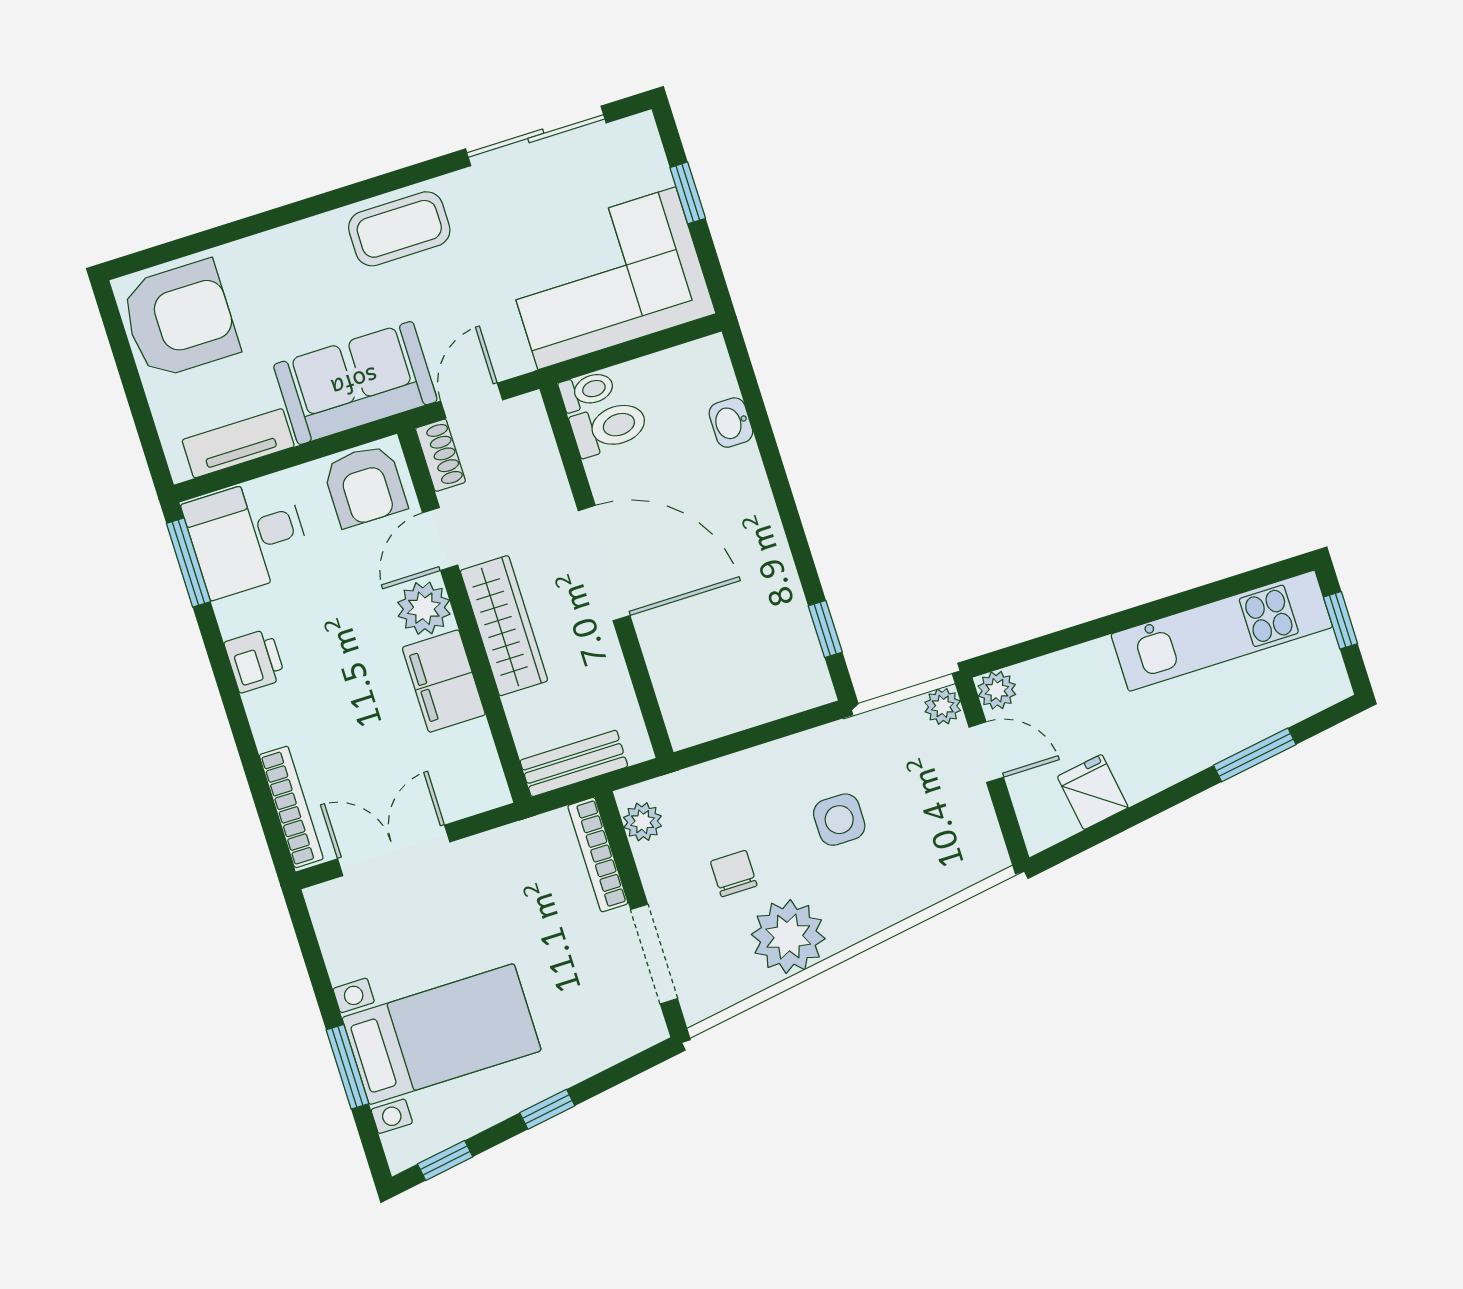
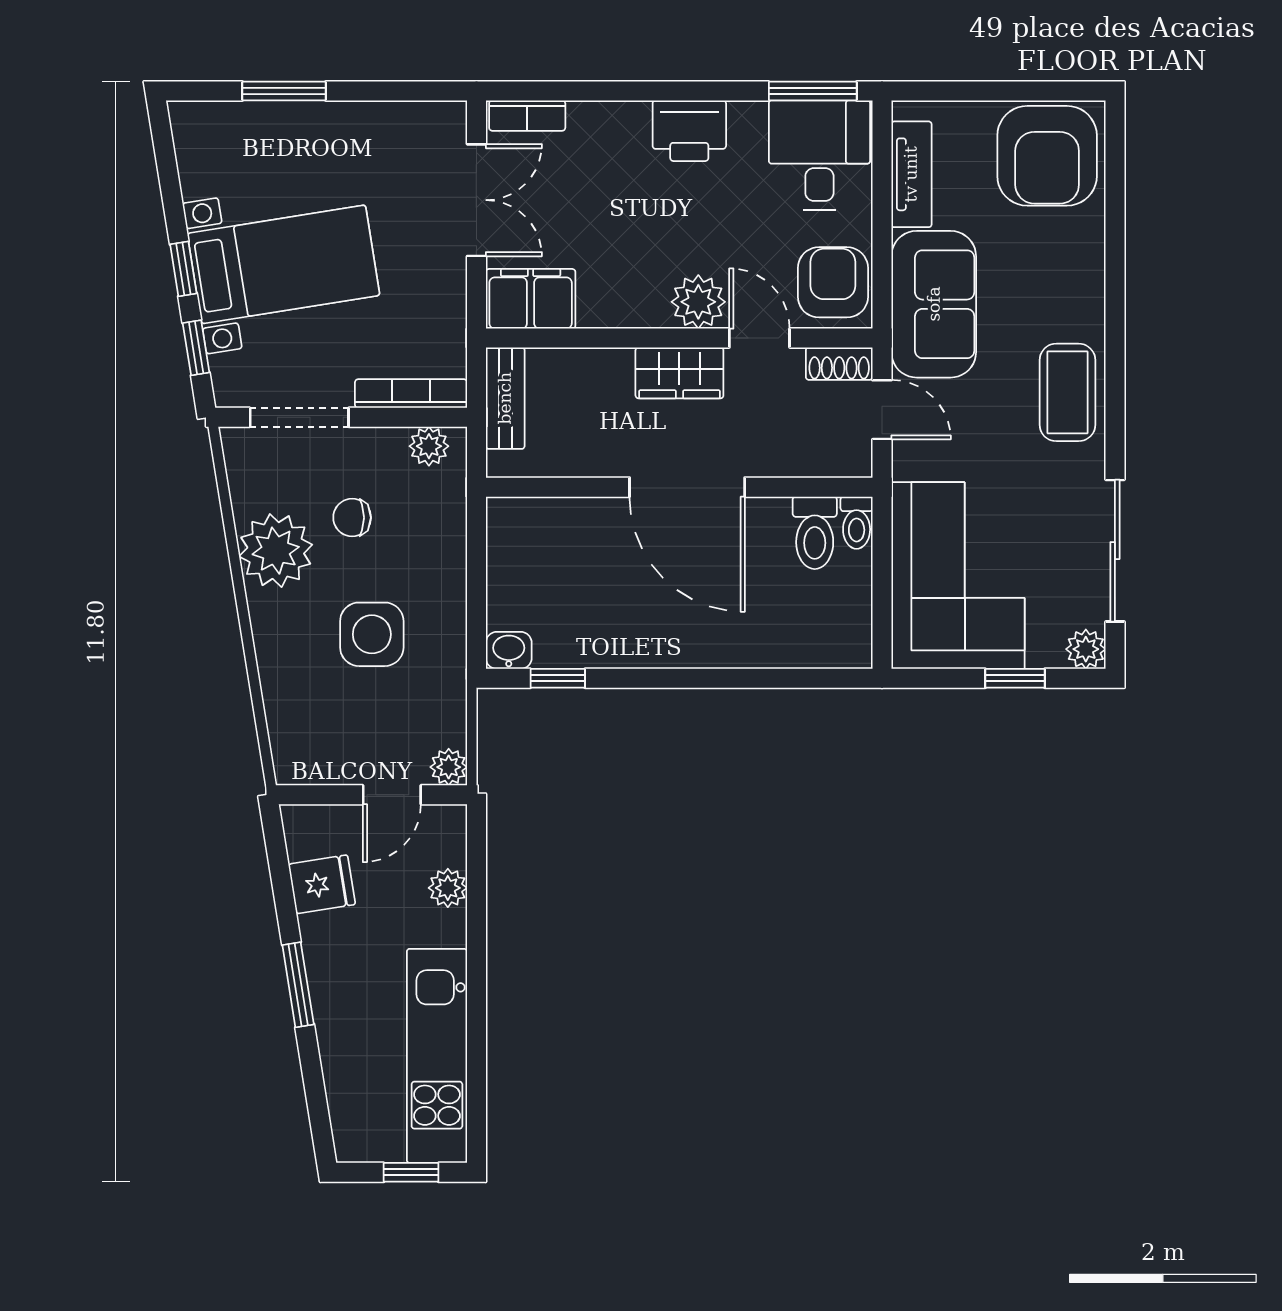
plant: (639, 134) -> (1086, 649), added
washbasin: (731, 423) -> (509, 650), moved
armchair: (365, 486) -> (833, 282), turned 90
door: (604, 563) -> (687, 487), hinge flipped
wardrobe: (504, 626) -> (679, 373), width x0.67
printer: (255, 661) -> (689, 131), width x1.36, depth x1.24
filing cabinet: (444, 681) -> (531, 299), moved
plant: (997, 690) -> (448, 888), moved
window: (1255, 755) -> (298, 985), moved
bookcase: (291, 807) -> (527, 116), width x0.64
side table: (839, 820) -> (372, 634), width x1.37, depth x1.37
chair: (734, 874) -> (352, 518), turned 180
bed with nightstands: (442, 1034) -> (284, 264), moved, turned -99
window: (445, 1160) -> (196, 348), moved

